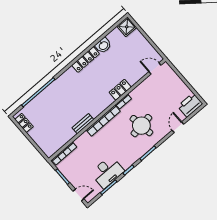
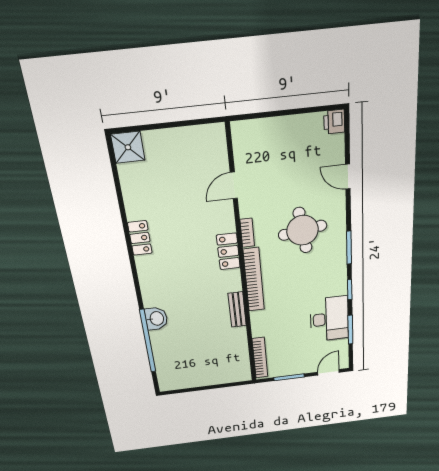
washbasin: (103, 45) -> (156, 319), moved
locker: (86, 60) -> (140, 238), width x0.66
door: (155, 68) -> (234, 185), moved
locker: (120, 90) -> (228, 251), moved
printer: (190, 105) -> (334, 122), width x0.53, depth x0.68
locker: (24, 123) -> (179, 383), removed

